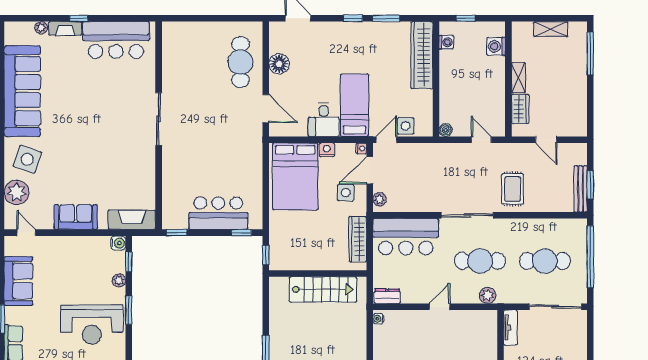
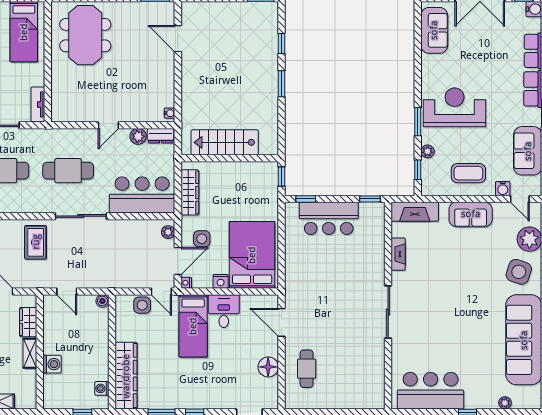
fireplace: (65, 28) -> (398, 254), moved, turned 90
washing machine: (496, 46) -> (52, 364), moved
cafe table: (240, 62) -> (307, 369), width x0.73, depth x0.74
door: (386, 140) -> (161, 291), hinge flipped
water cooler: (118, 243) -> (503, 189), moved, turned -90
coffee table: (78, 259) -> (468, 173), added
plant: (488, 295) -> (138, 136), moved

